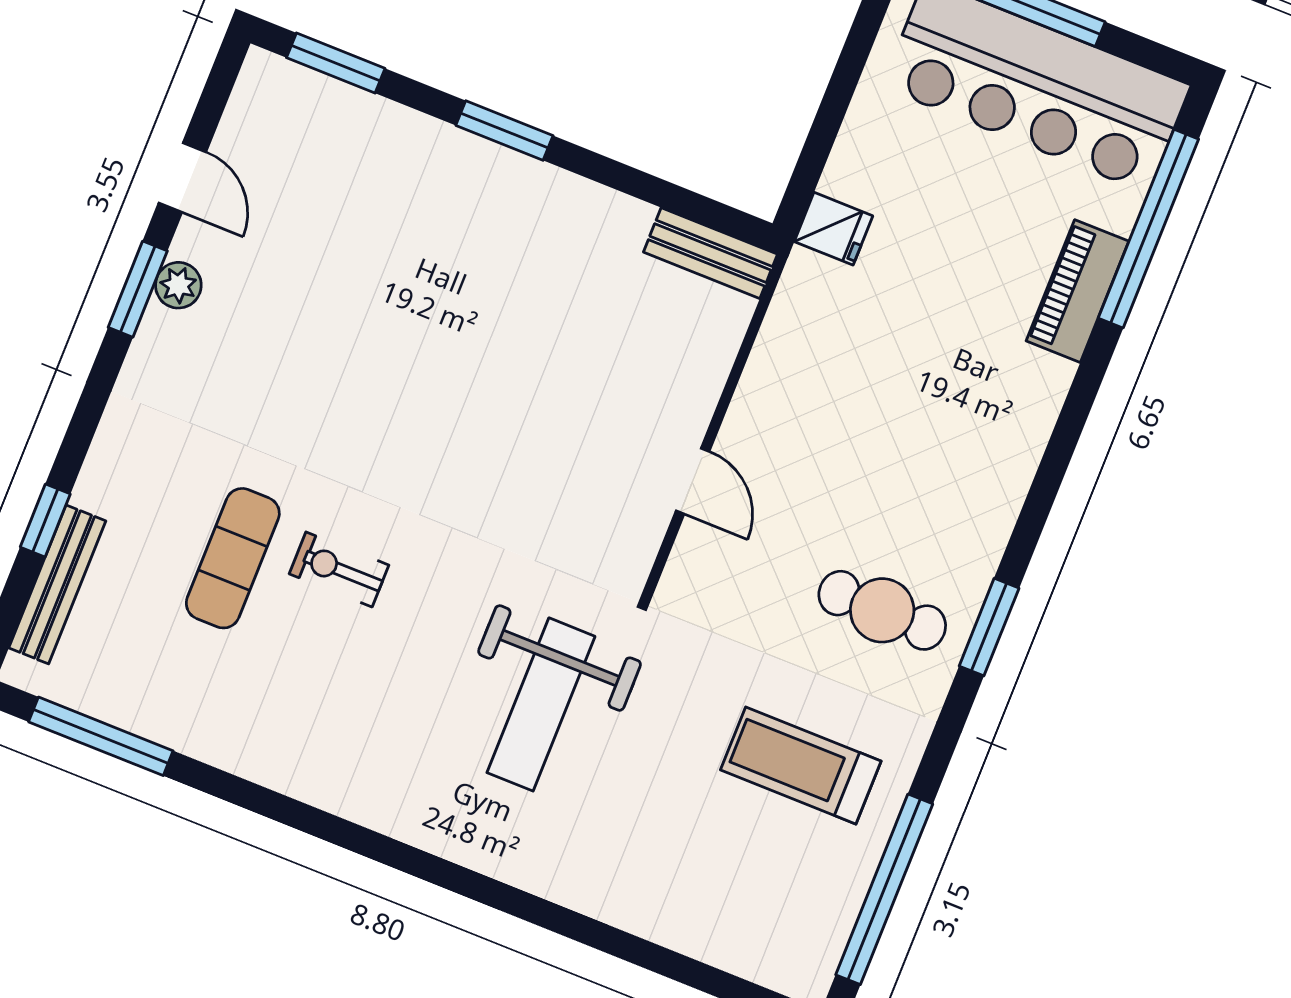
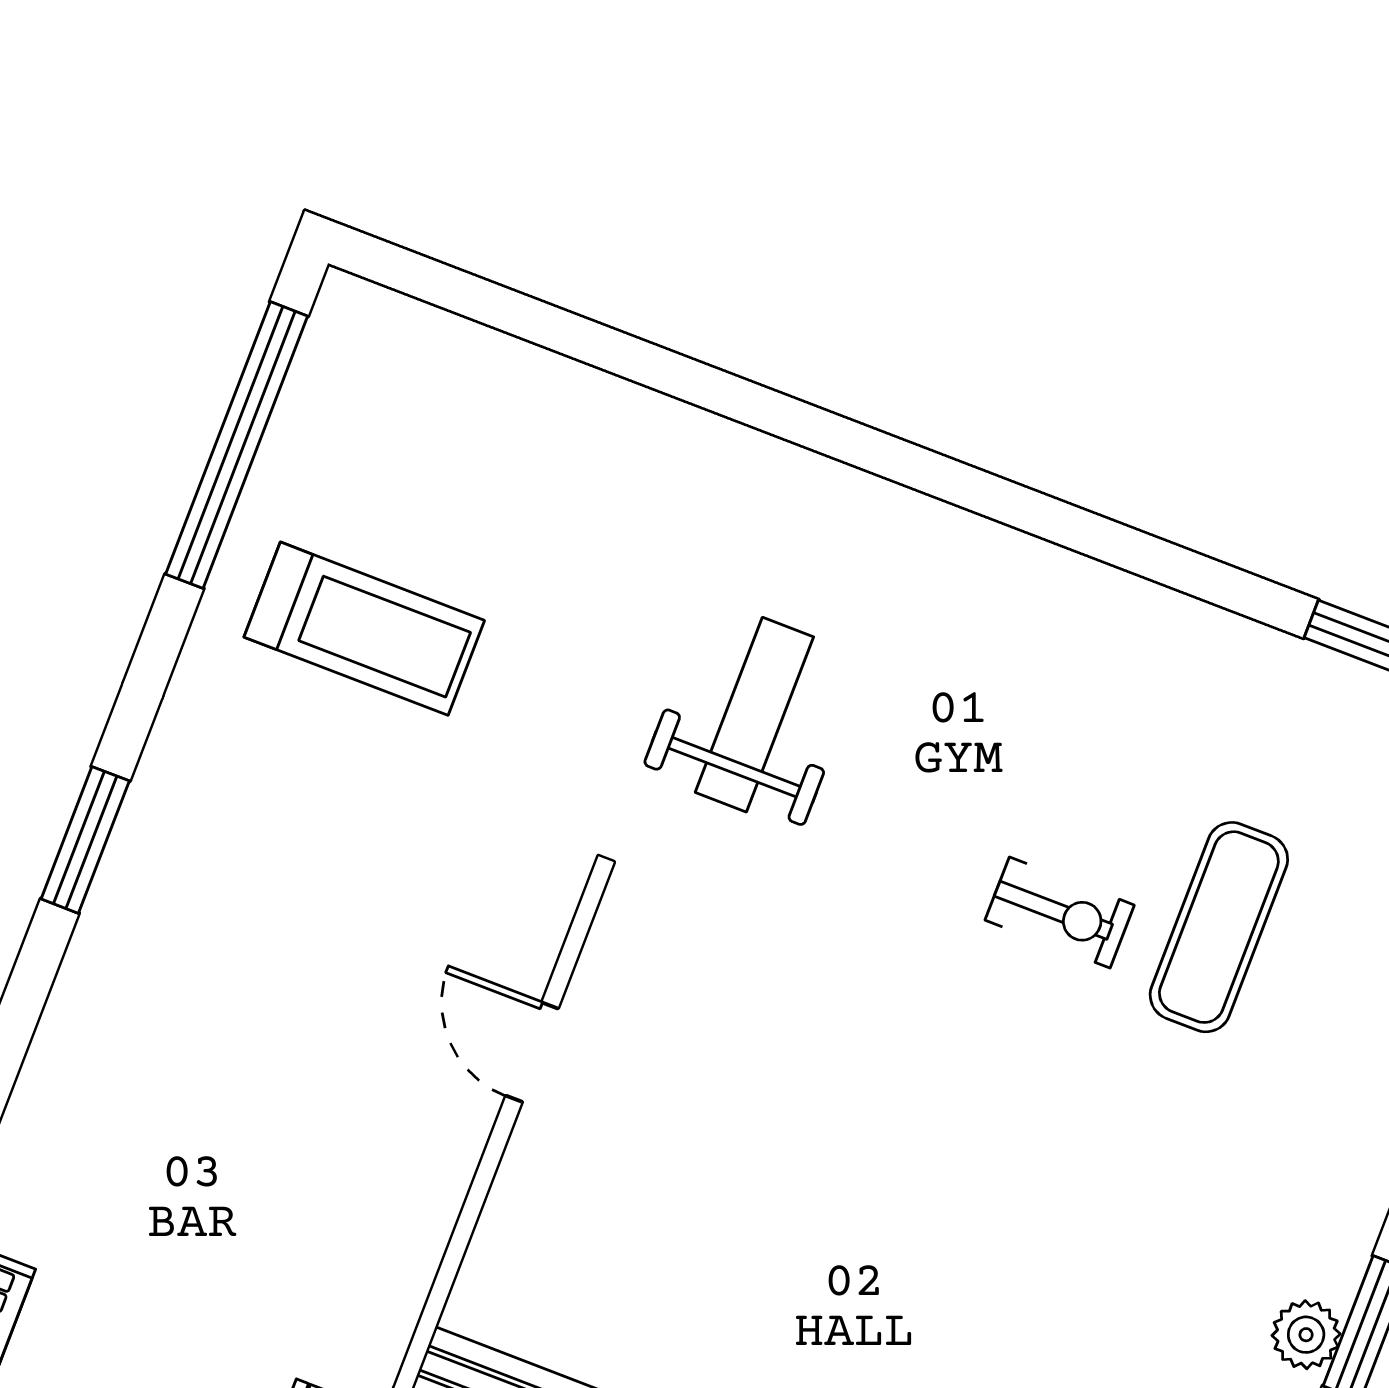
cafe table: (882, 610) -> (246, 863), removed
weight bench: (541, 704) -> (754, 715), width x0.73, depth x0.75

